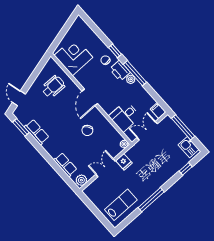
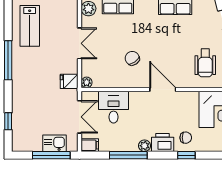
window: (135, 73) -> (128, 155), moved
kitchen sink: (189, 147) -> (54, 143), moved
fridge: (124, 162) -> (69, 81), moved

